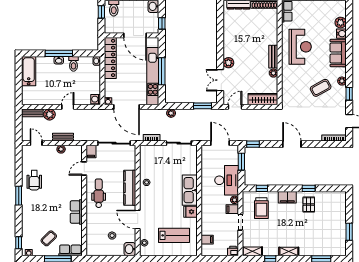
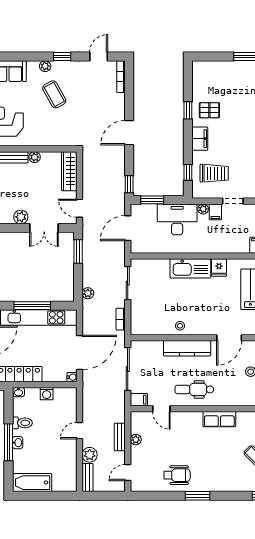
washing machine: (96, 99) -> (47, 394), moved
door: (68, 107) -> (79, 431), hinge flipped

